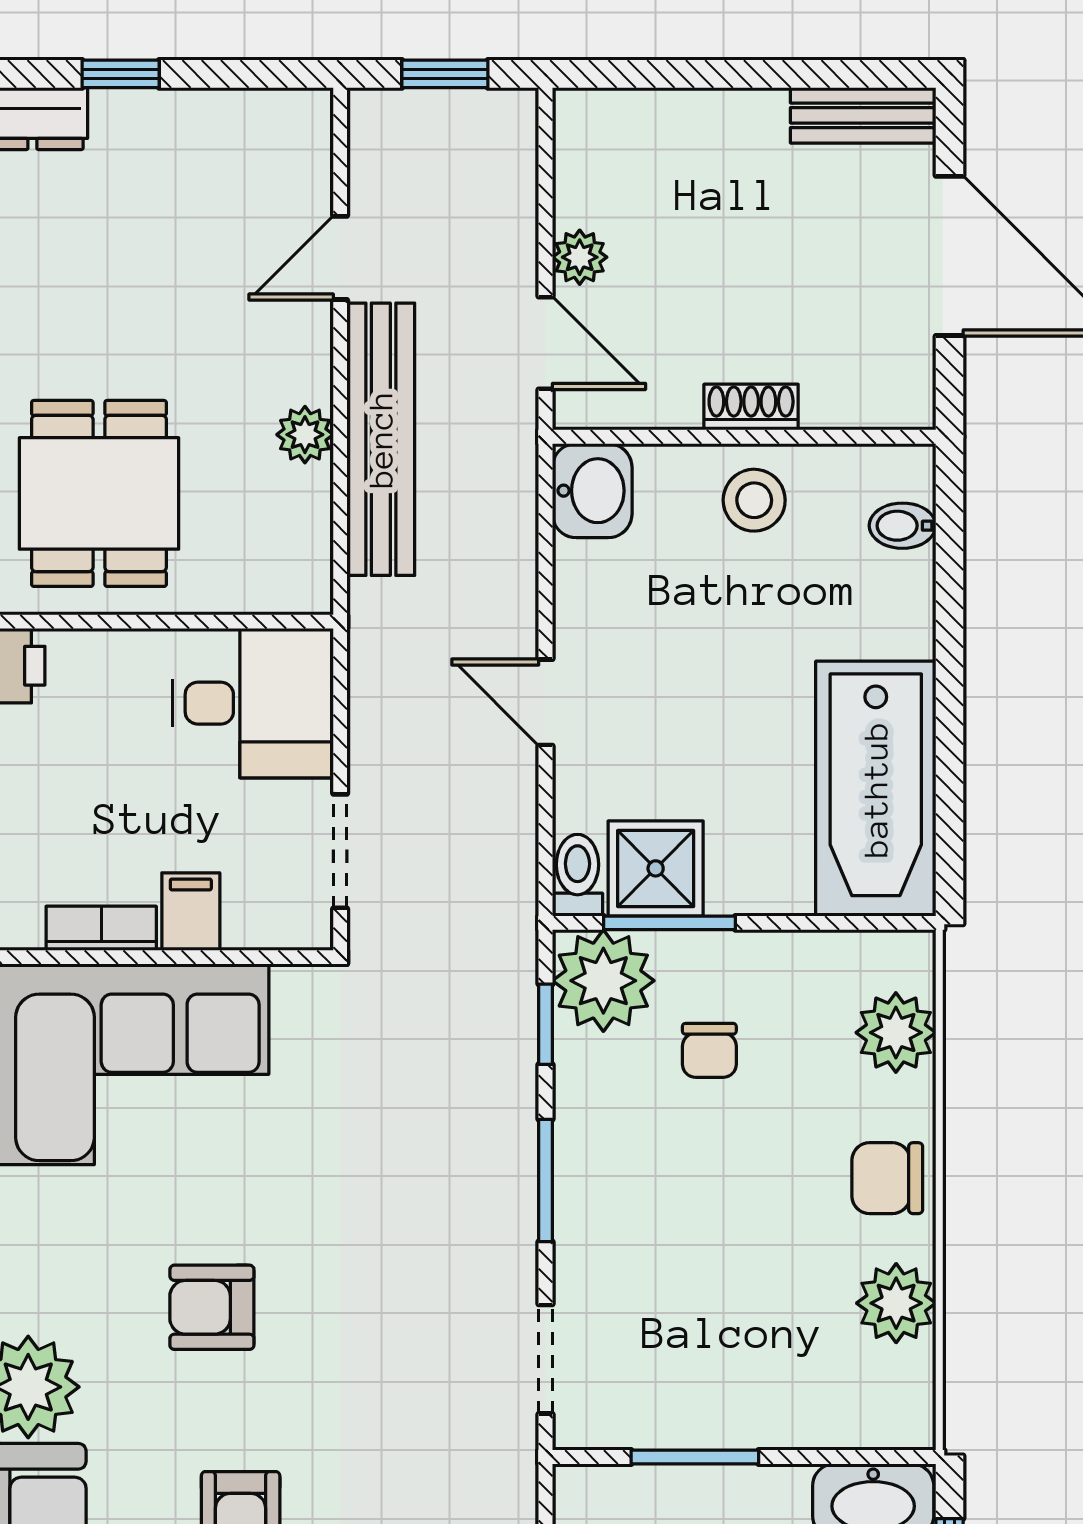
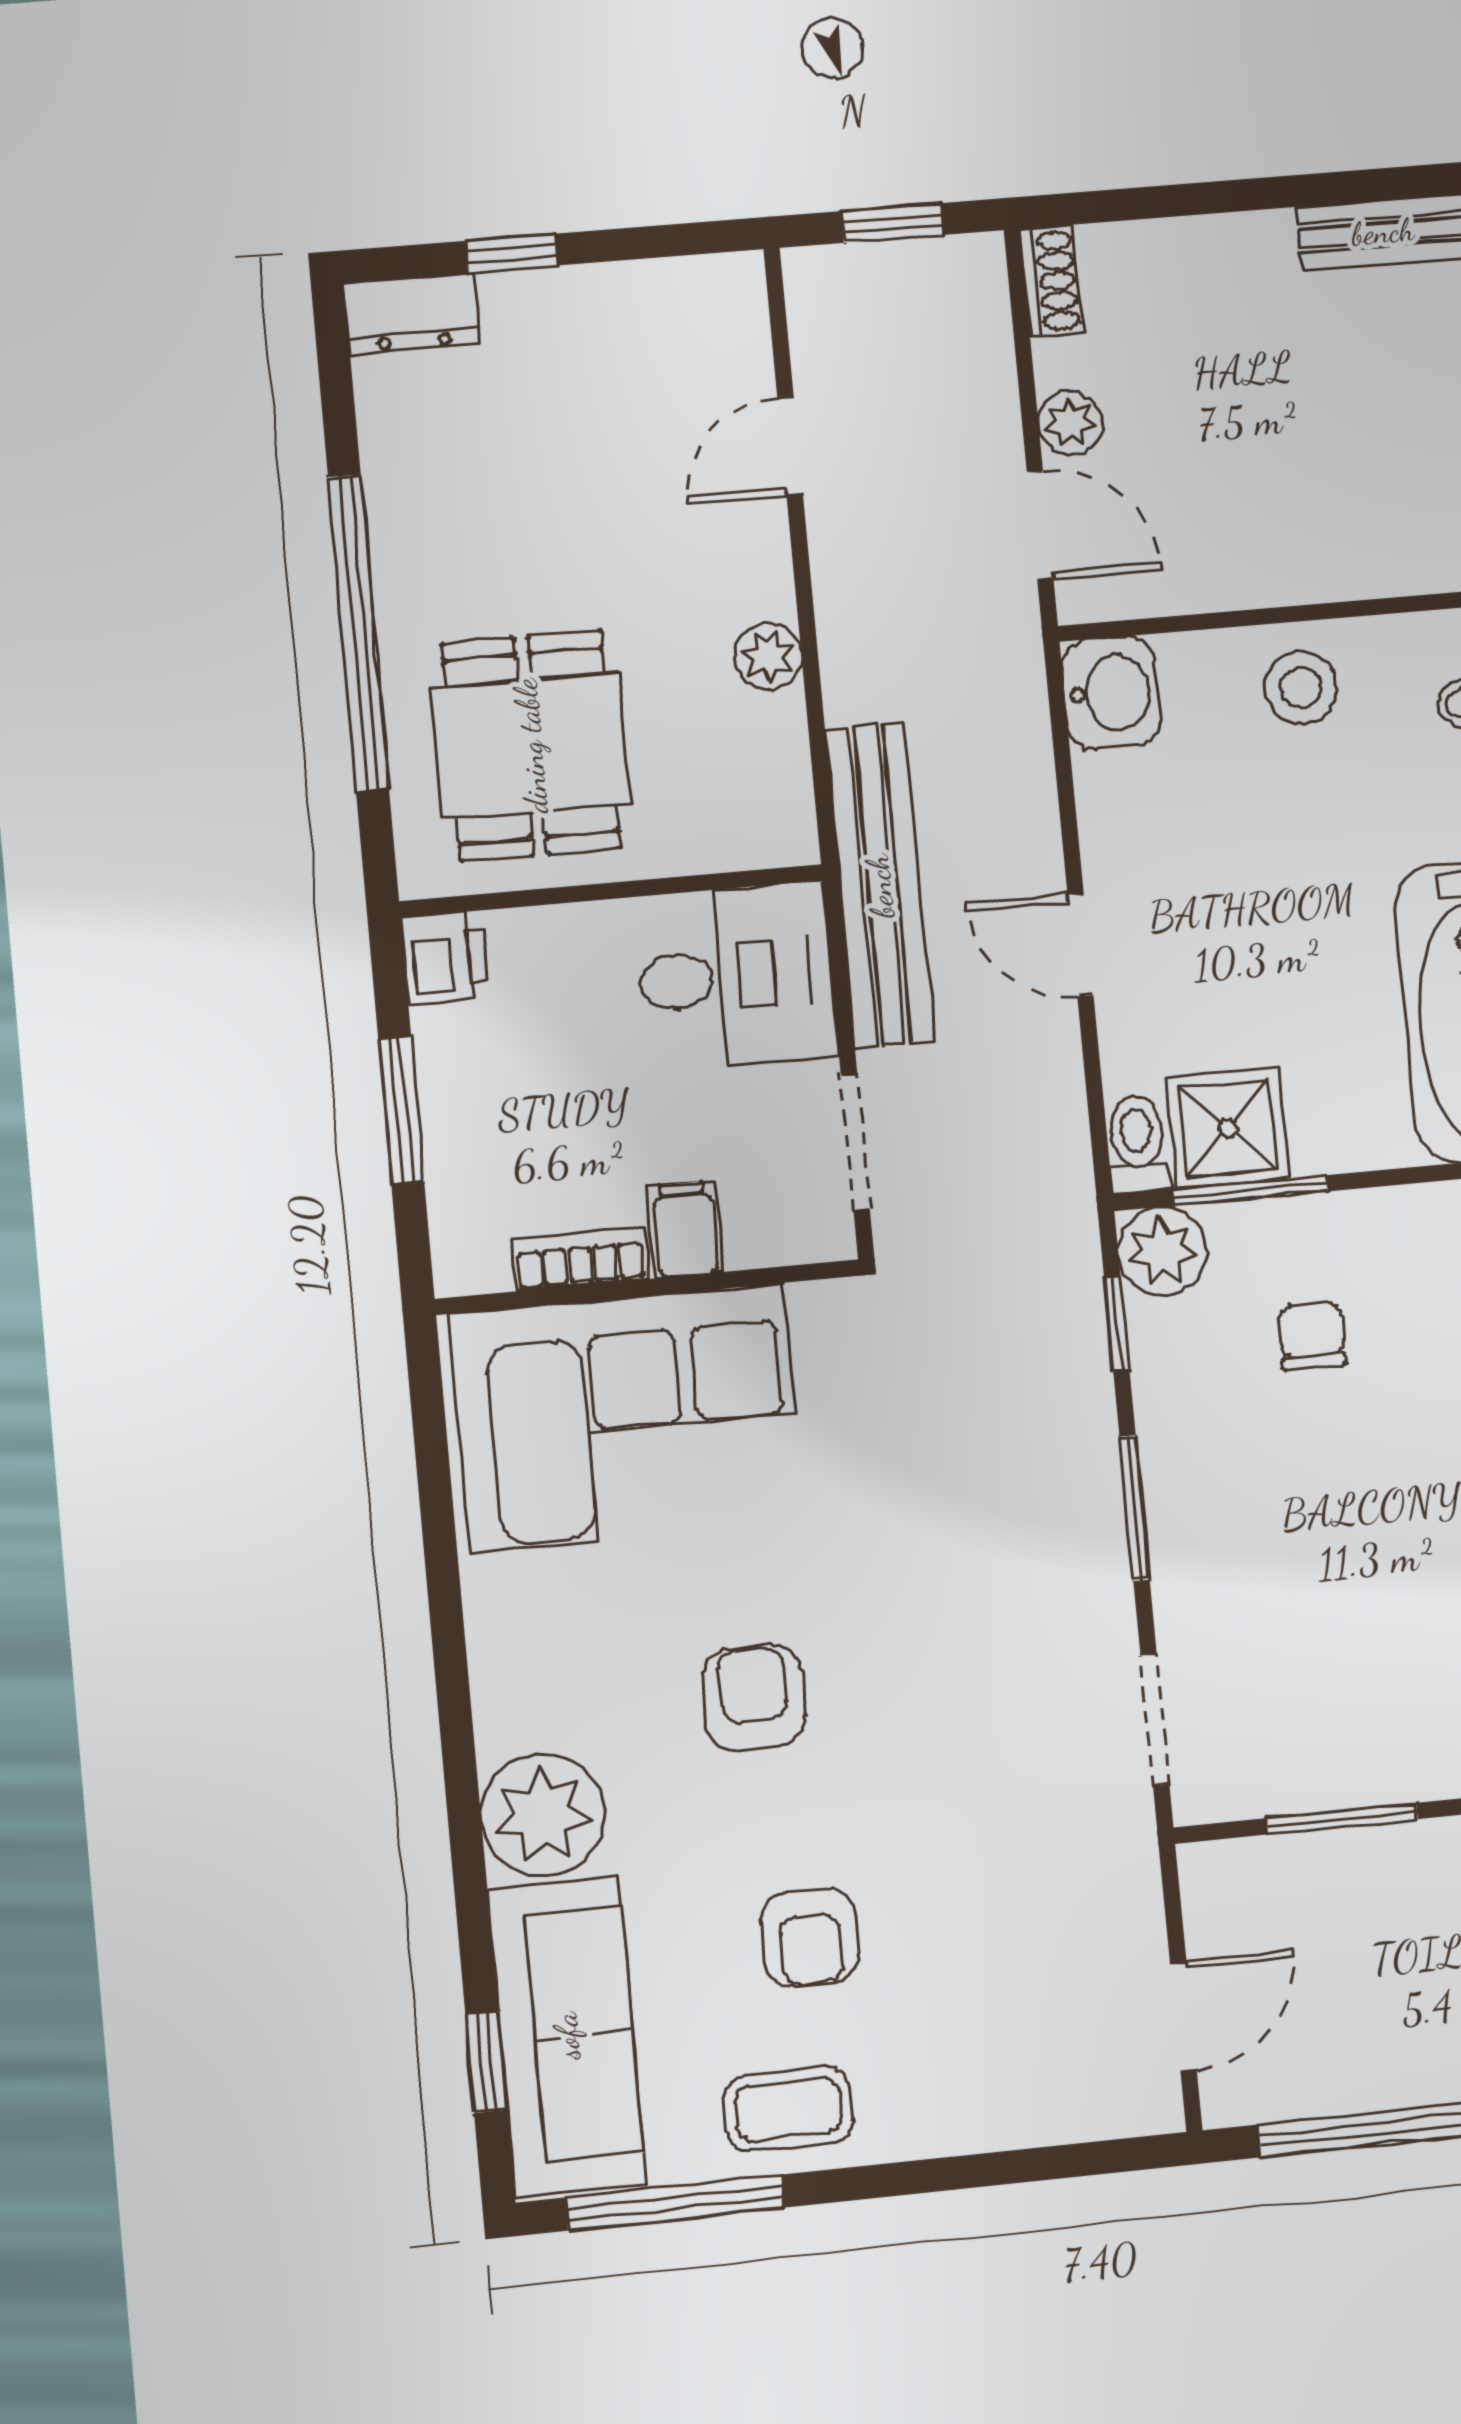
shoe rack: (751, 407) -> (1052, 281), moved, turned 90
bench: (381, 439) -> (880, 886), moved
plant: (603, 981) -> (1162, 1251), width x0.73, depth x0.73
chair: (709, 1050) -> (1312, 1336), turned 180
armchair: (212, 1307) -> (753, 1698), turned 90

